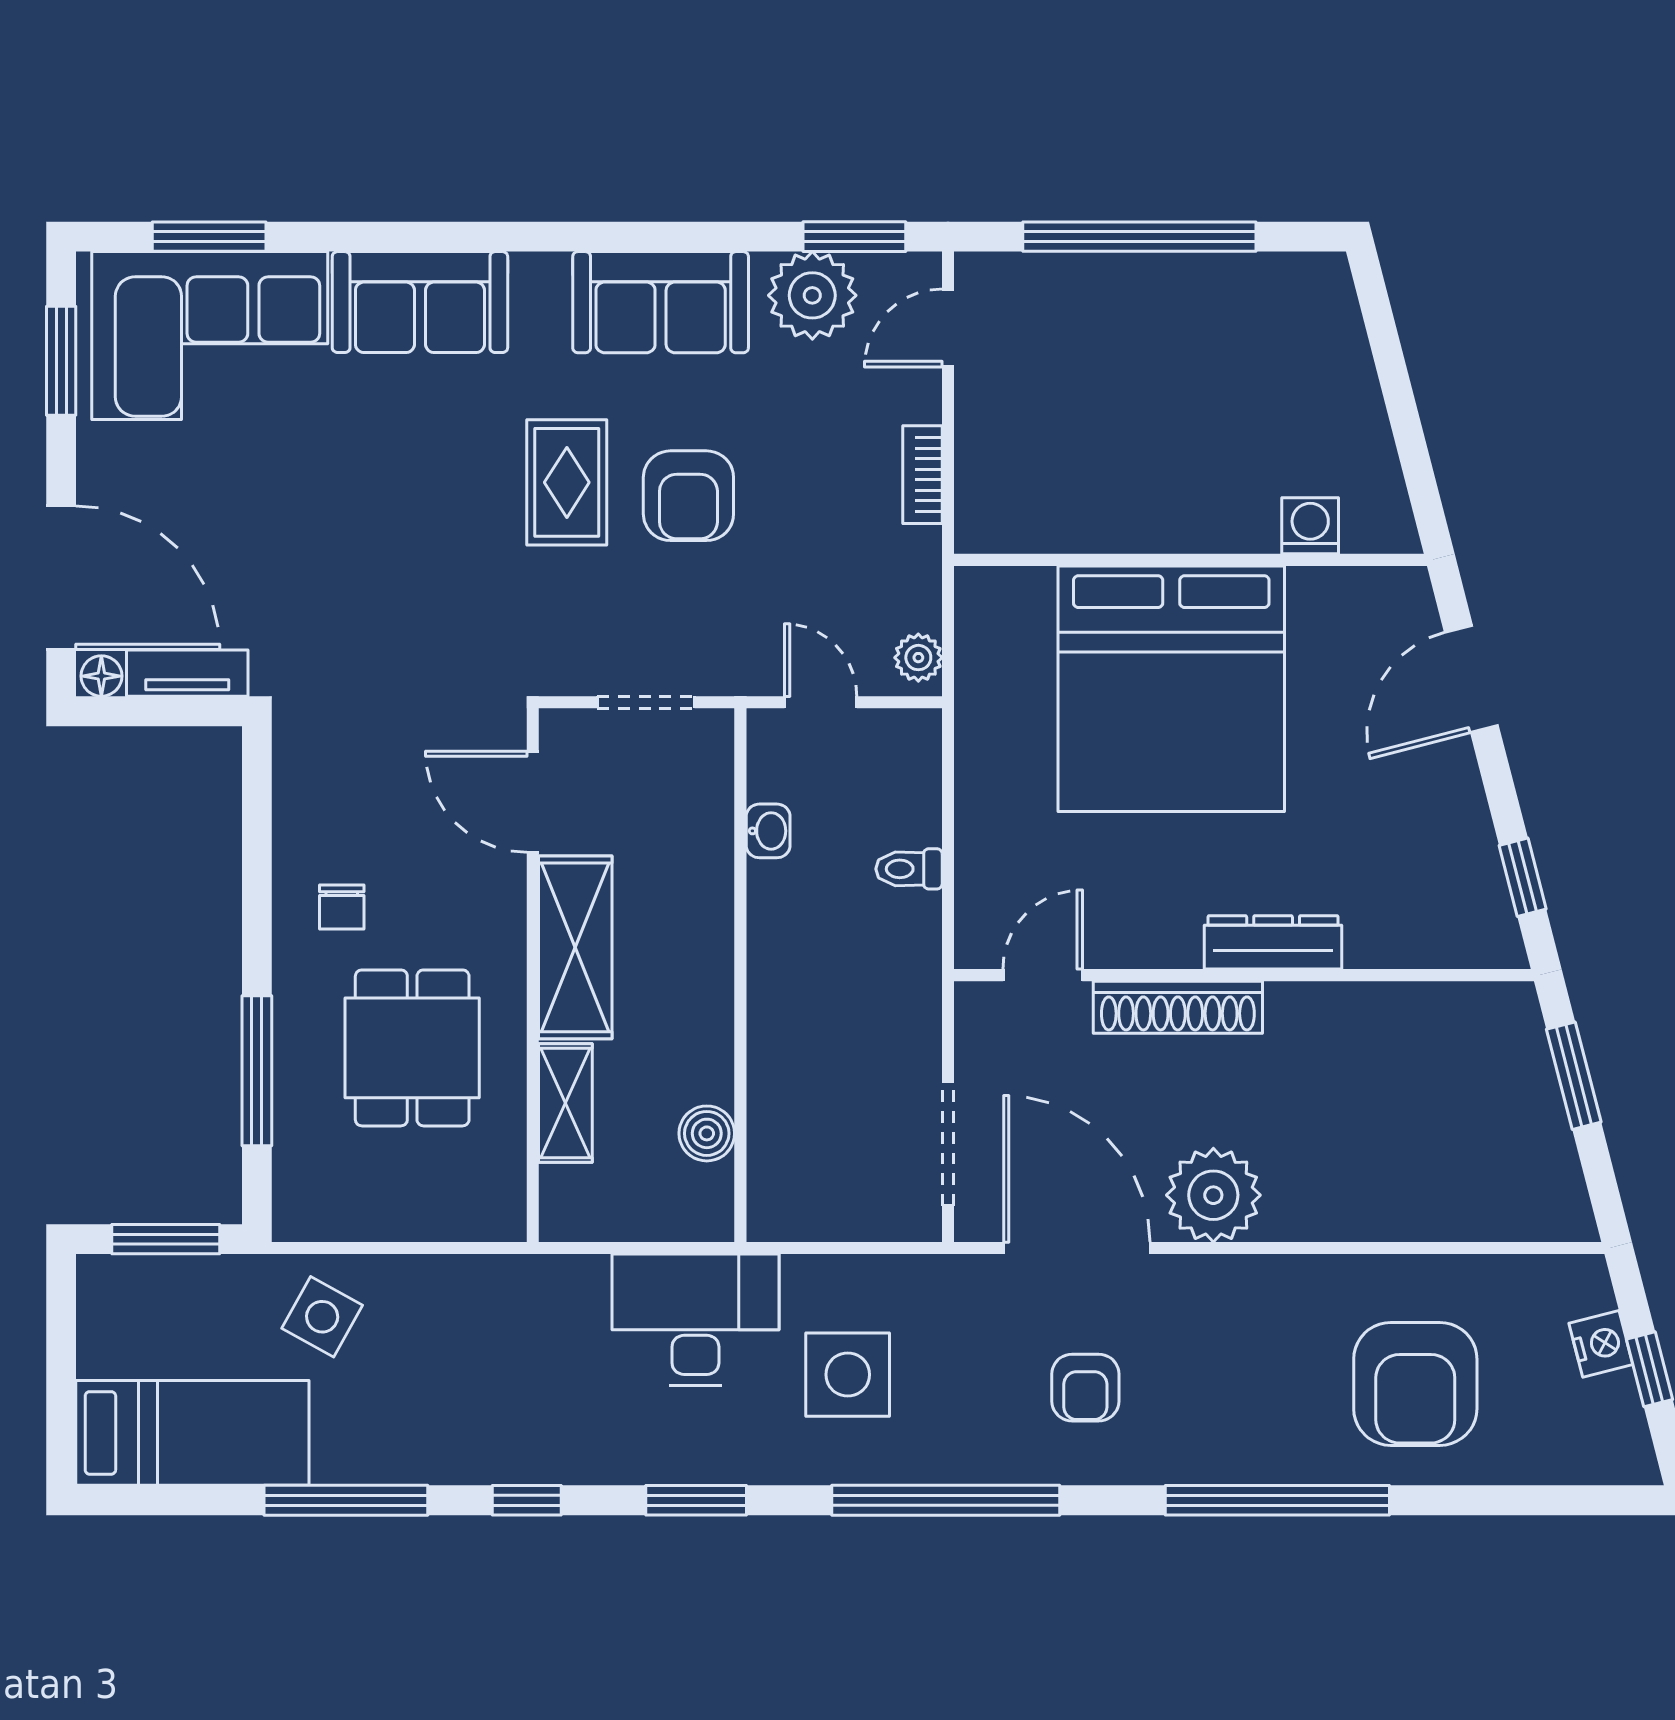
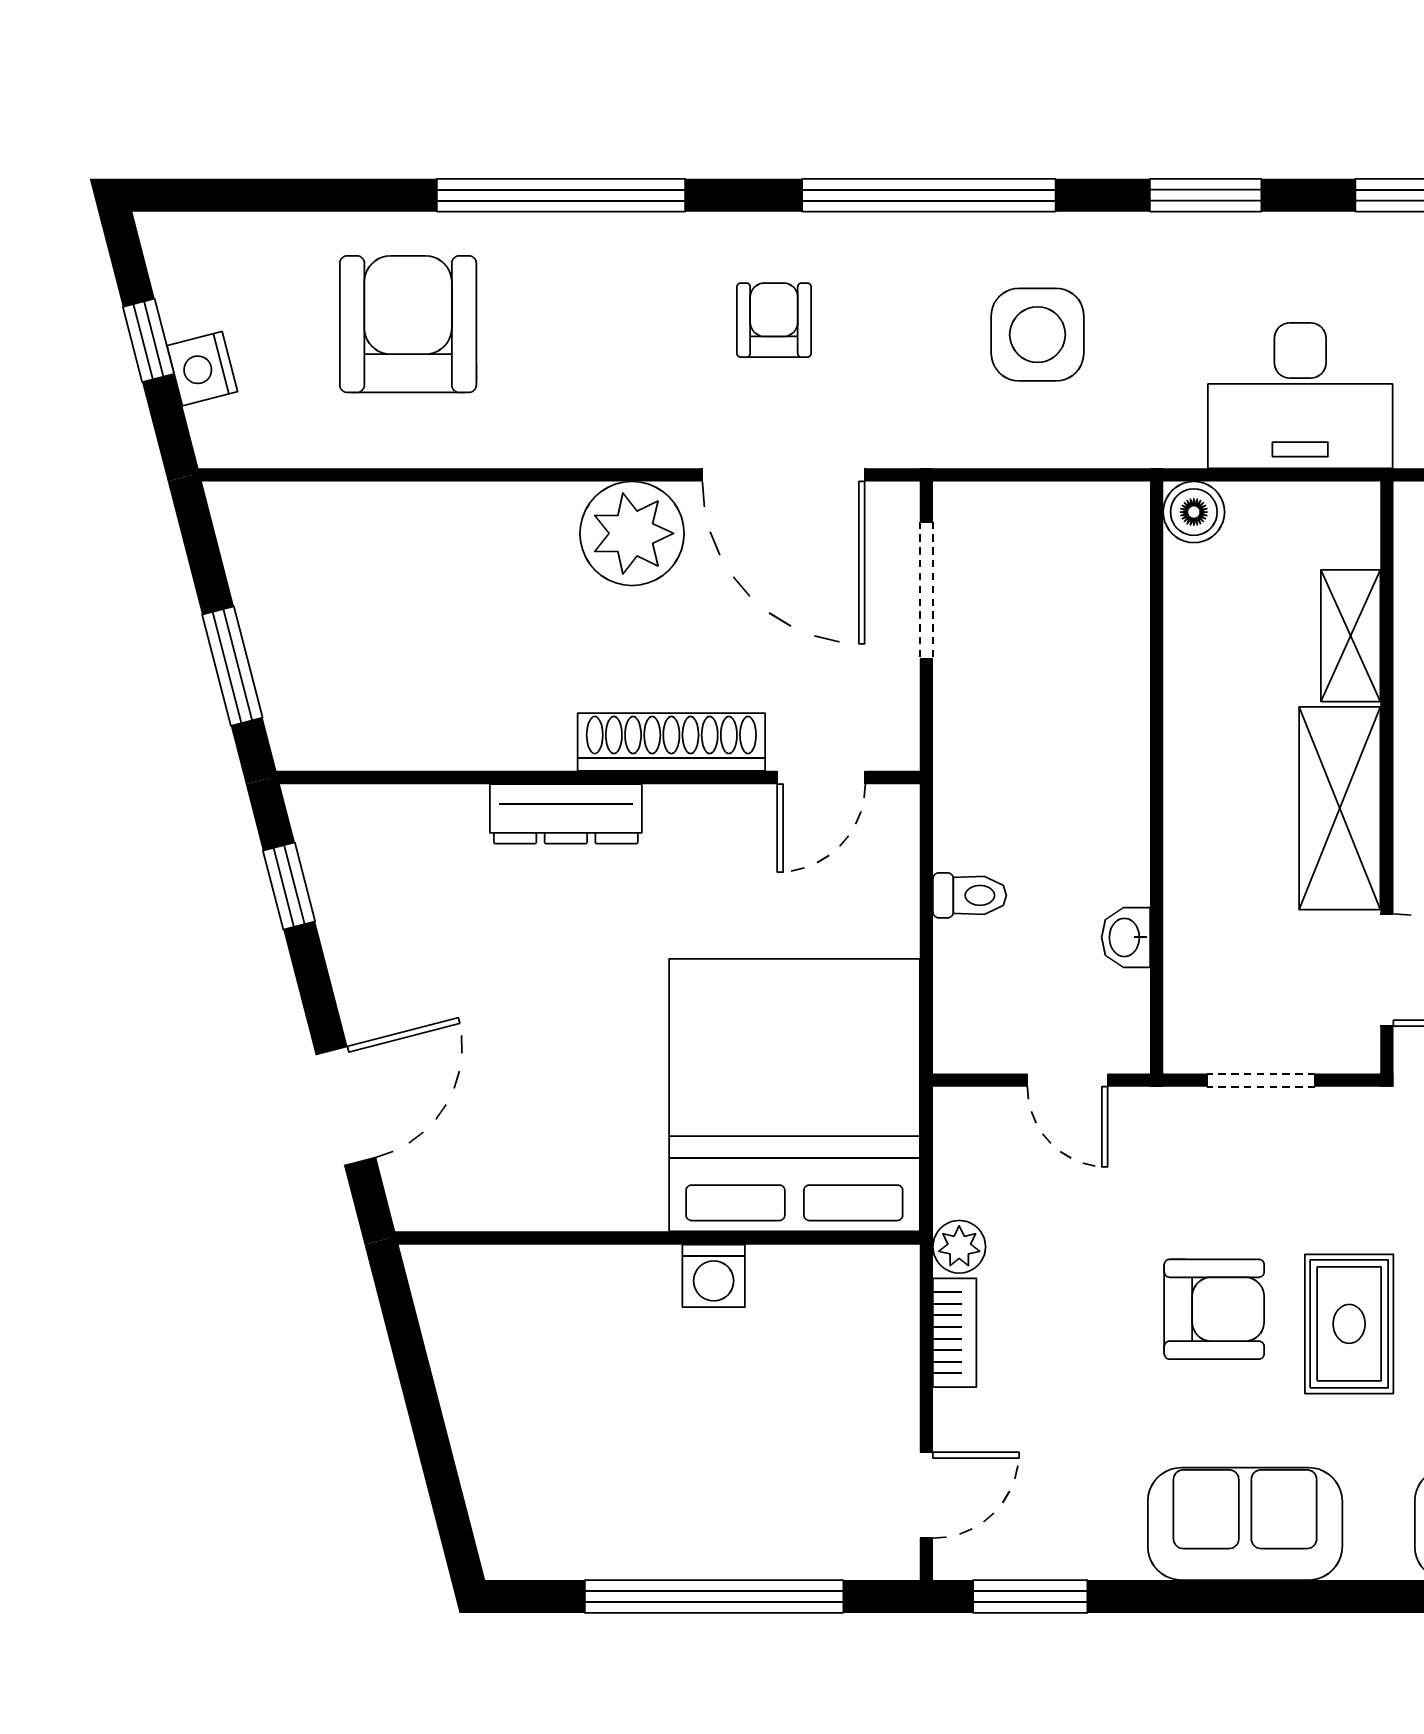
plant: (812, 295) -> (1077, 1531), removed
armchair: (688, 496) -> (1214, 1309), turned 90
washing machine: (1310, 526) -> (714, 1276), moved
plant: (918, 658) -> (959, 1247), moved
bed: (1171, 689) -> (794, 1095), moved
boiler: (707, 1133) -> (1194, 512), moved
desk: (695, 1320) -> (1300, 396), moved

